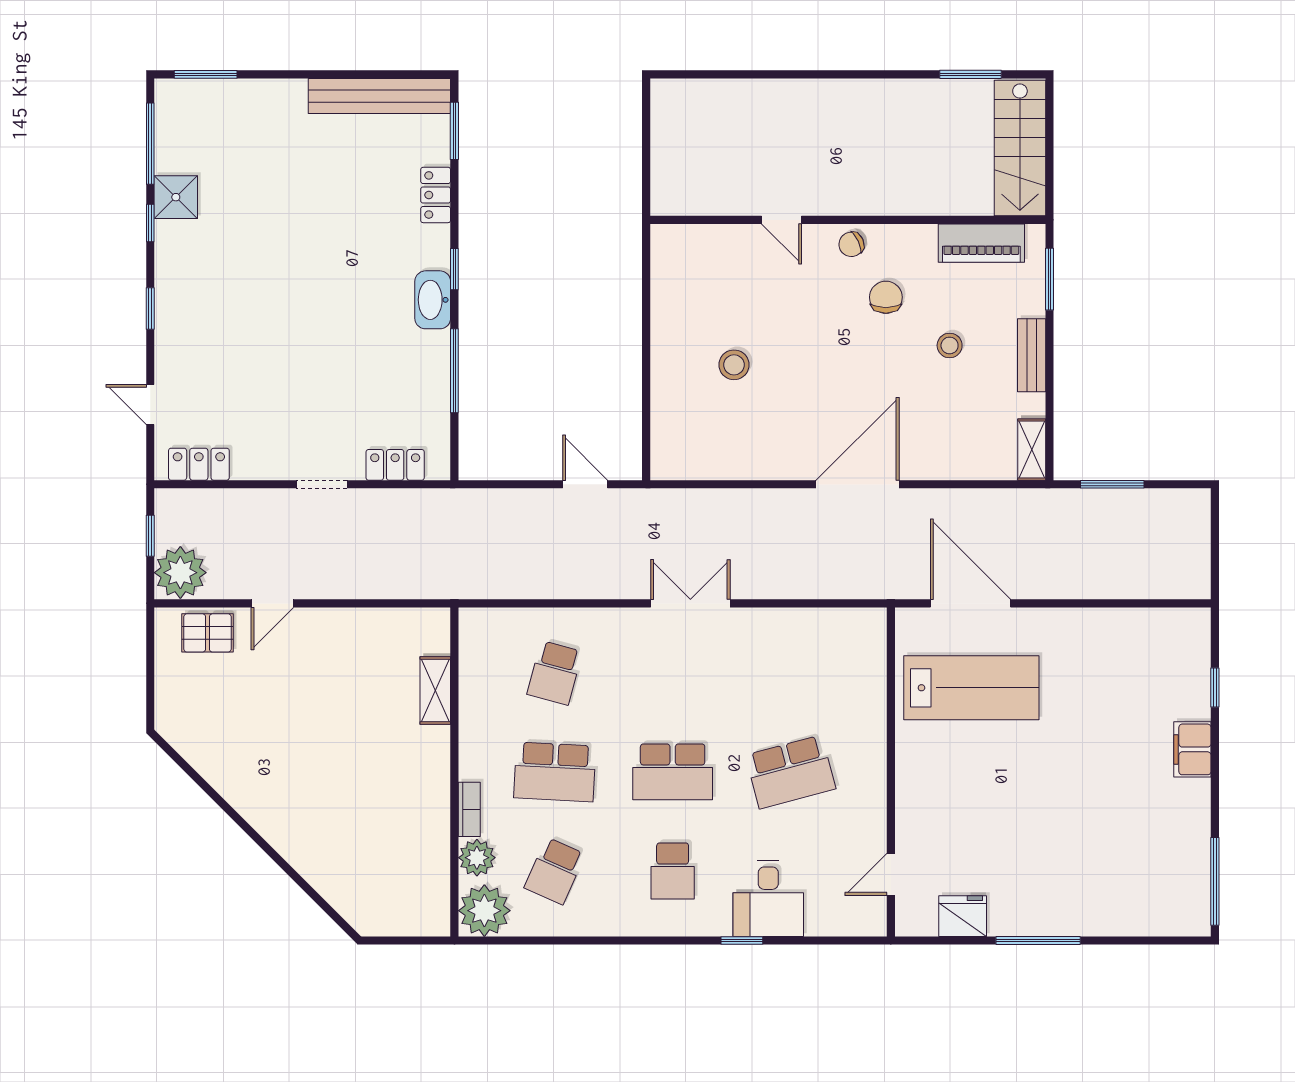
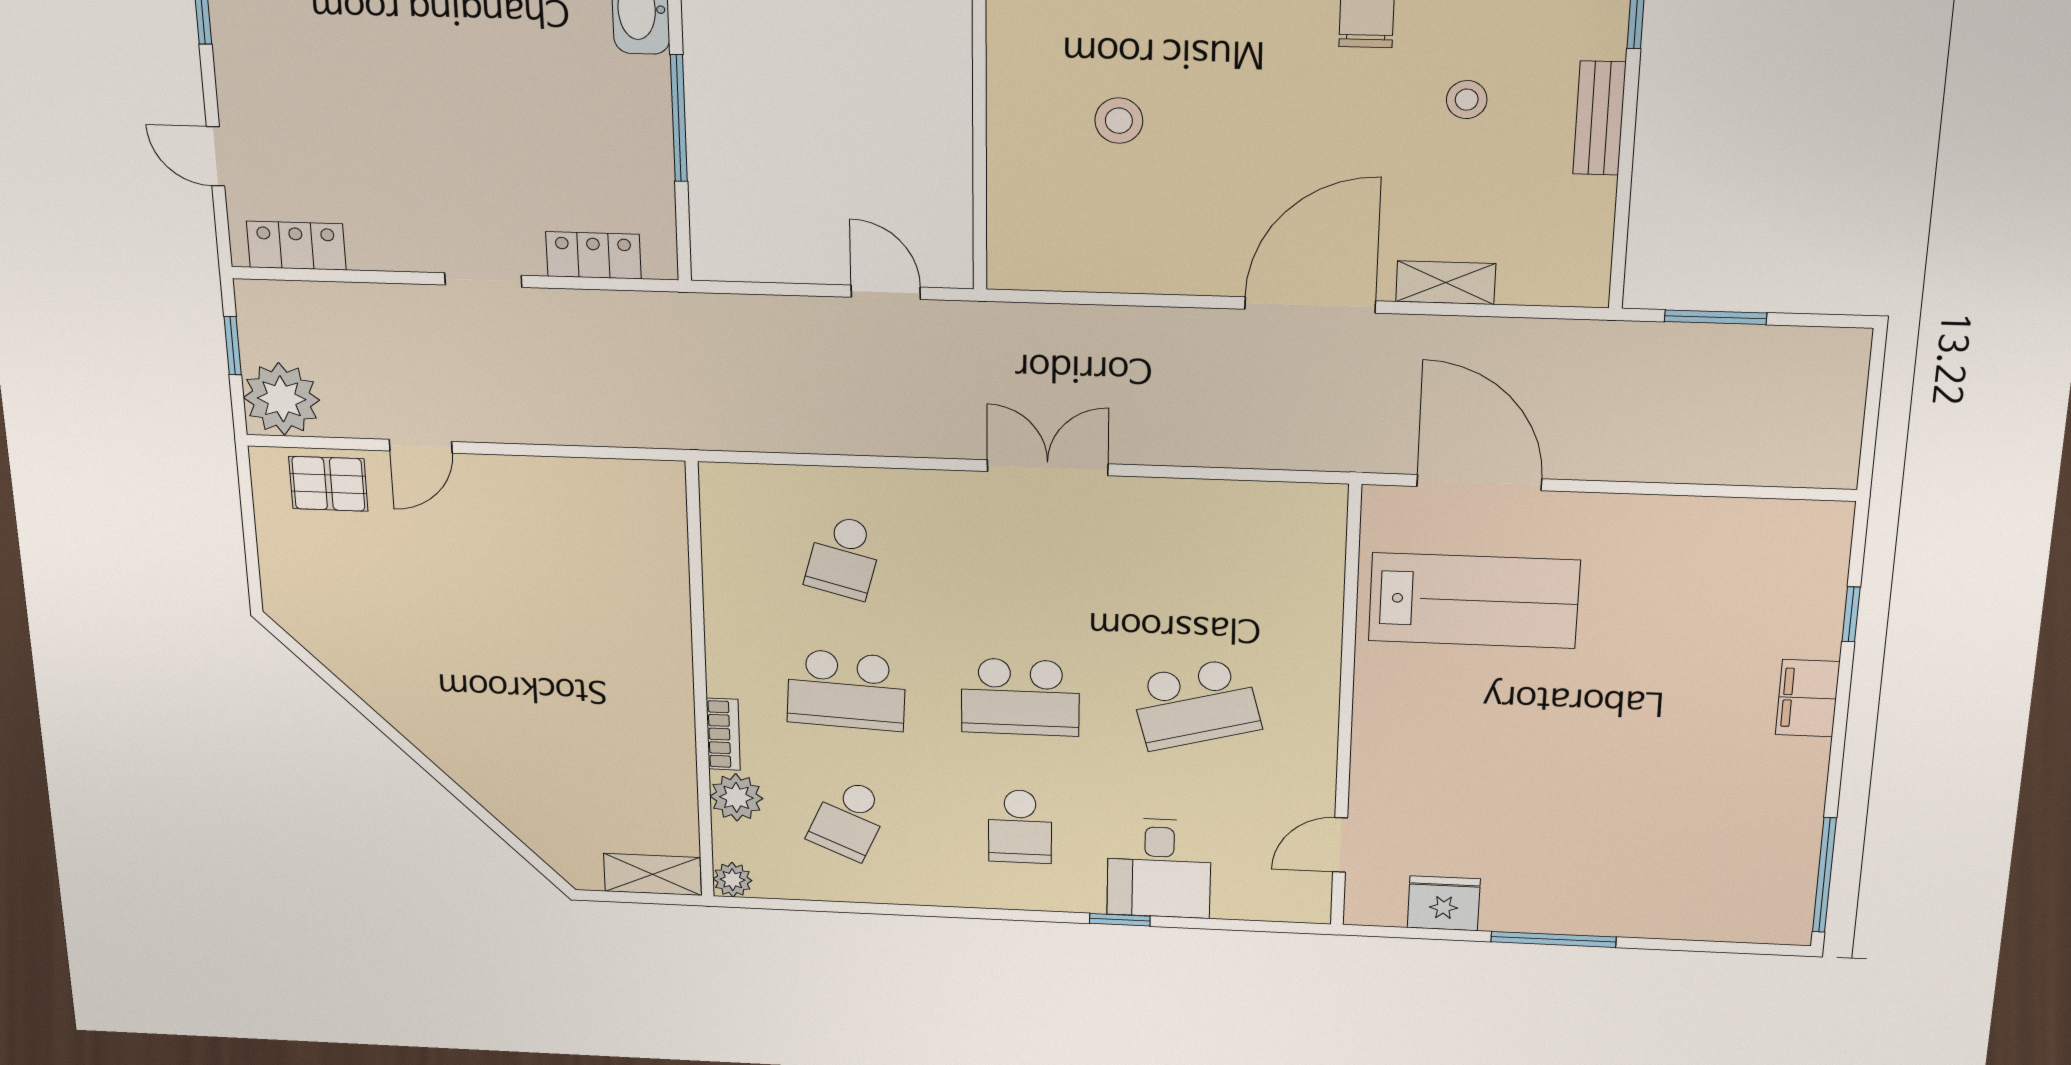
shelving: (1032, 450) -> (1446, 283), moved, turned 90
shelving: (435, 691) -> (652, 874), moved, turned 90
plant: (484, 911) -> (732, 880), width x0.53, depth x0.53

